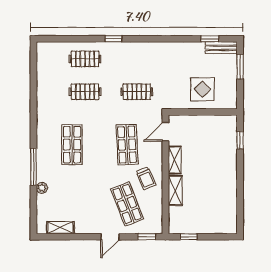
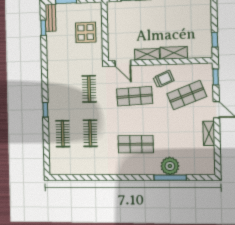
window: (33, 167) -> (170, 178), moved
plant: (42, 188) -> (170, 166), width x1.88, depth x1.88
shelving: (60, 228) -> (209, 133), moved

